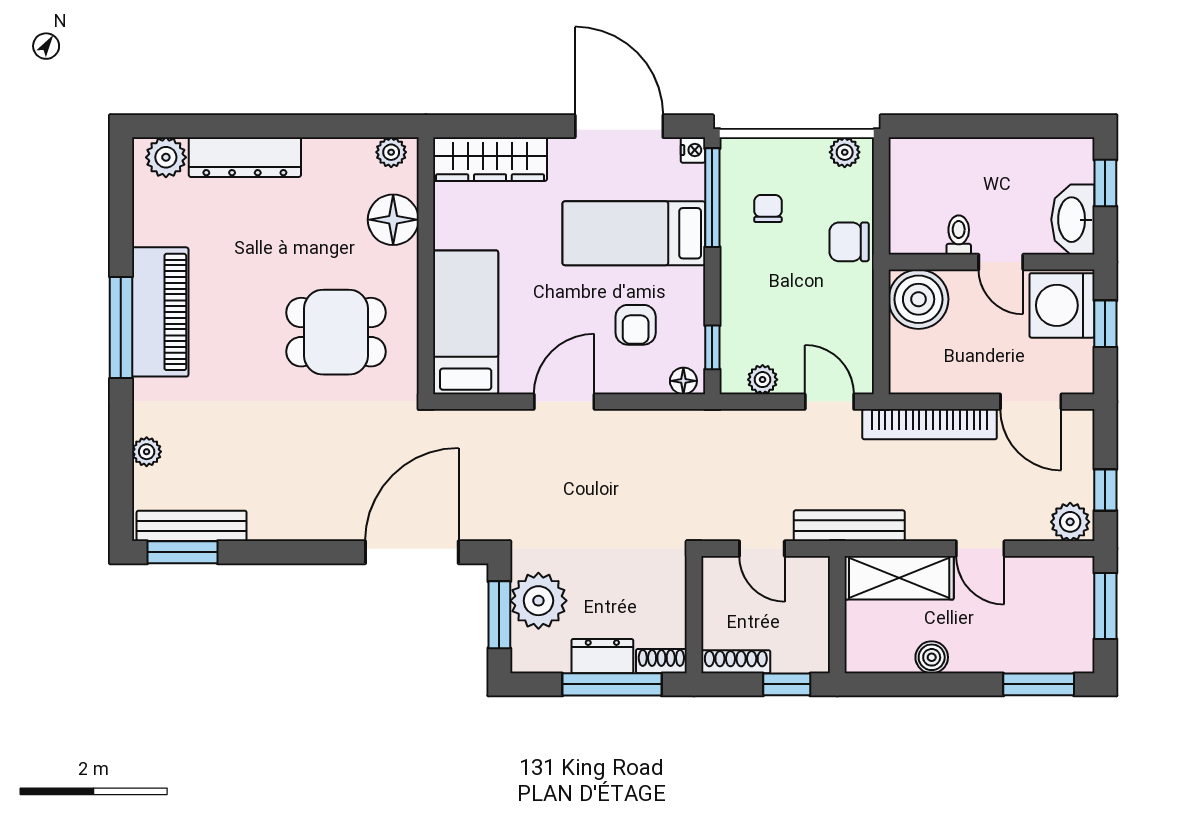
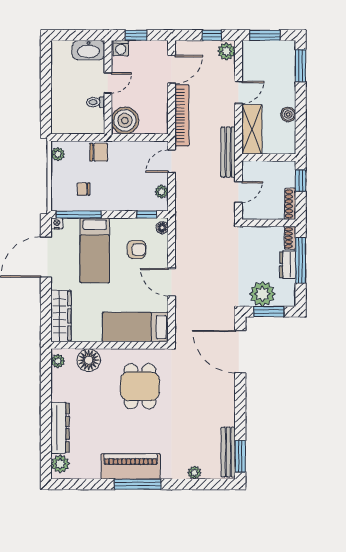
window: (1105, 183) -> (72, 35), removed
chair: (849, 242) -> (99, 152), turned -90
washing machine: (1062, 305) -> (121, 48), width x0.53, depth x0.53

